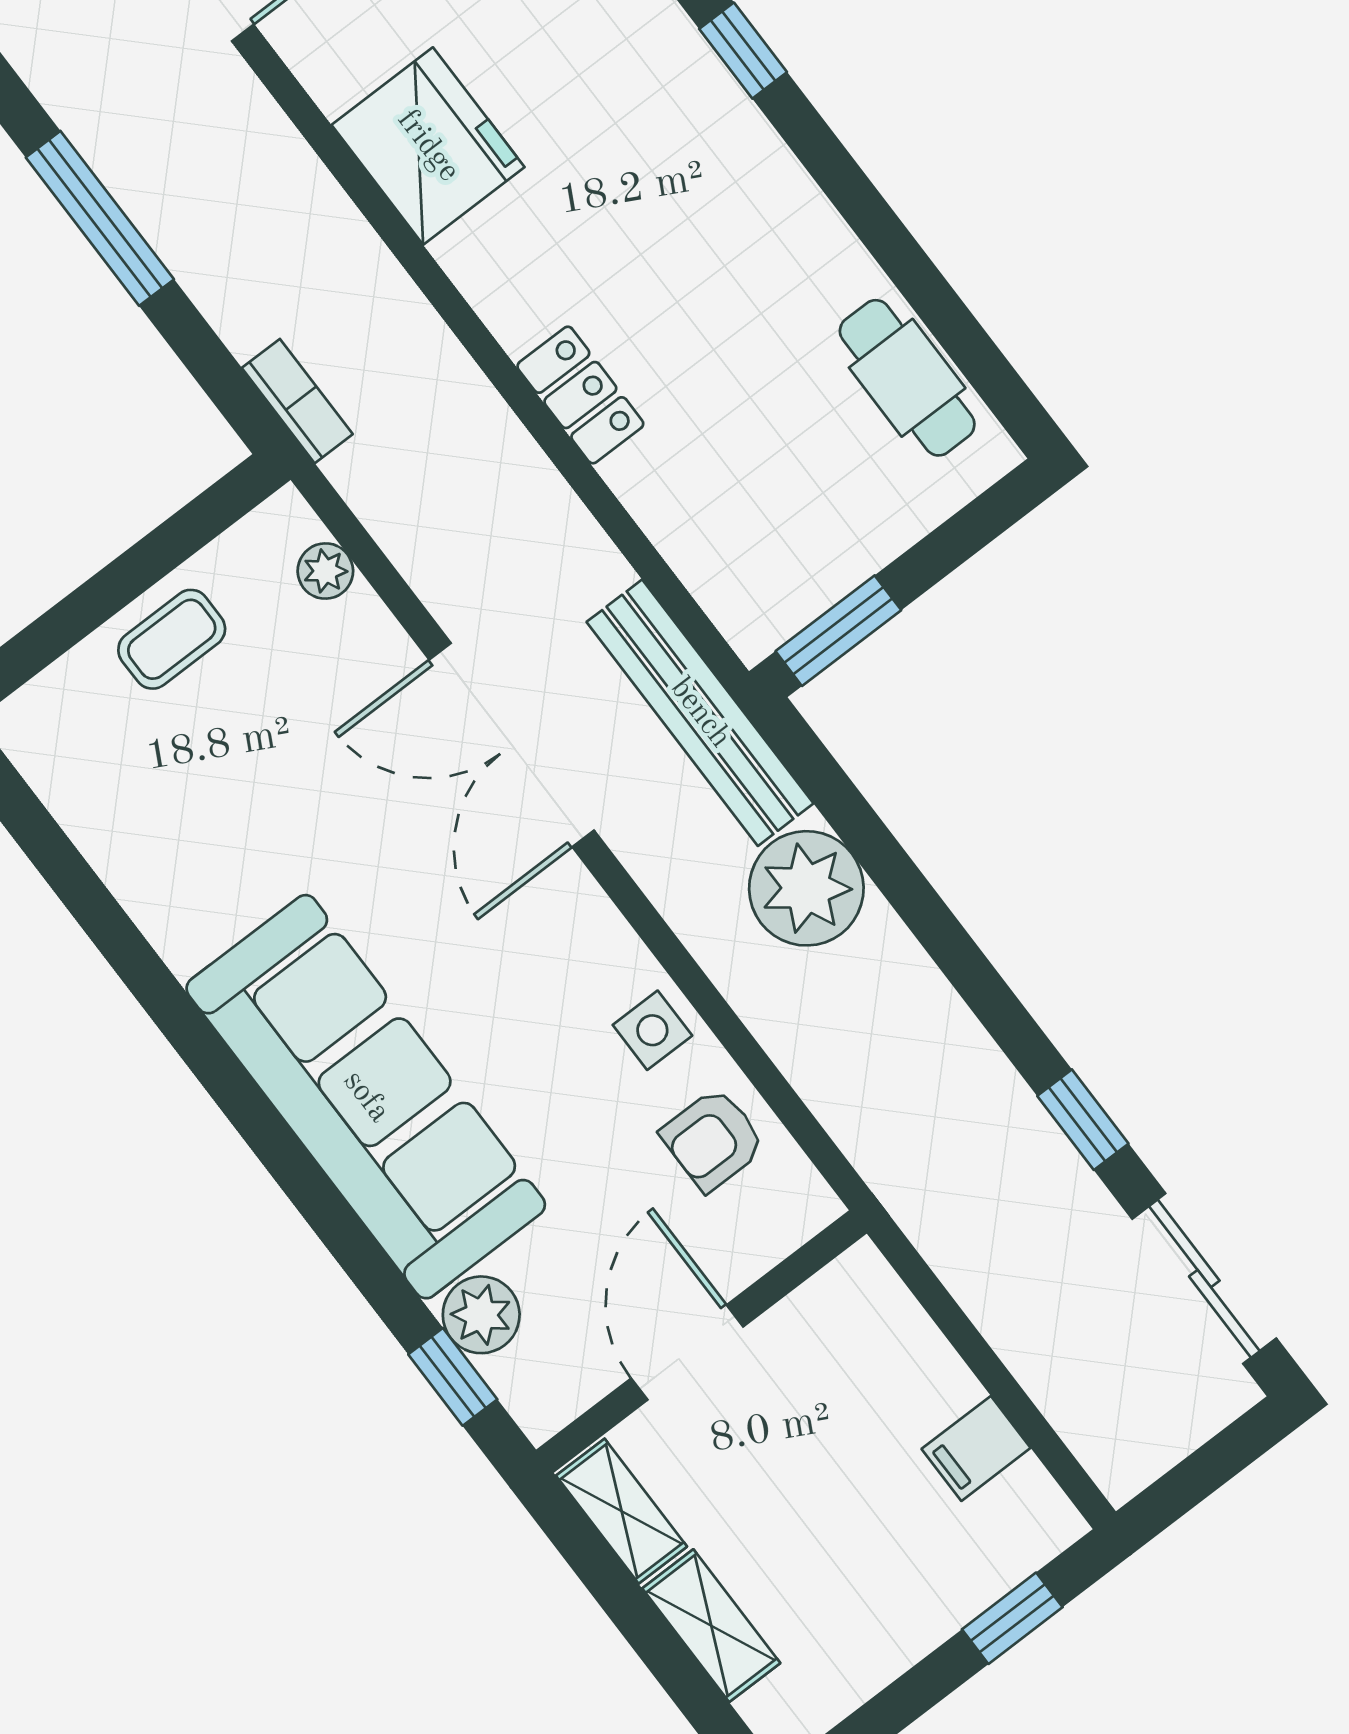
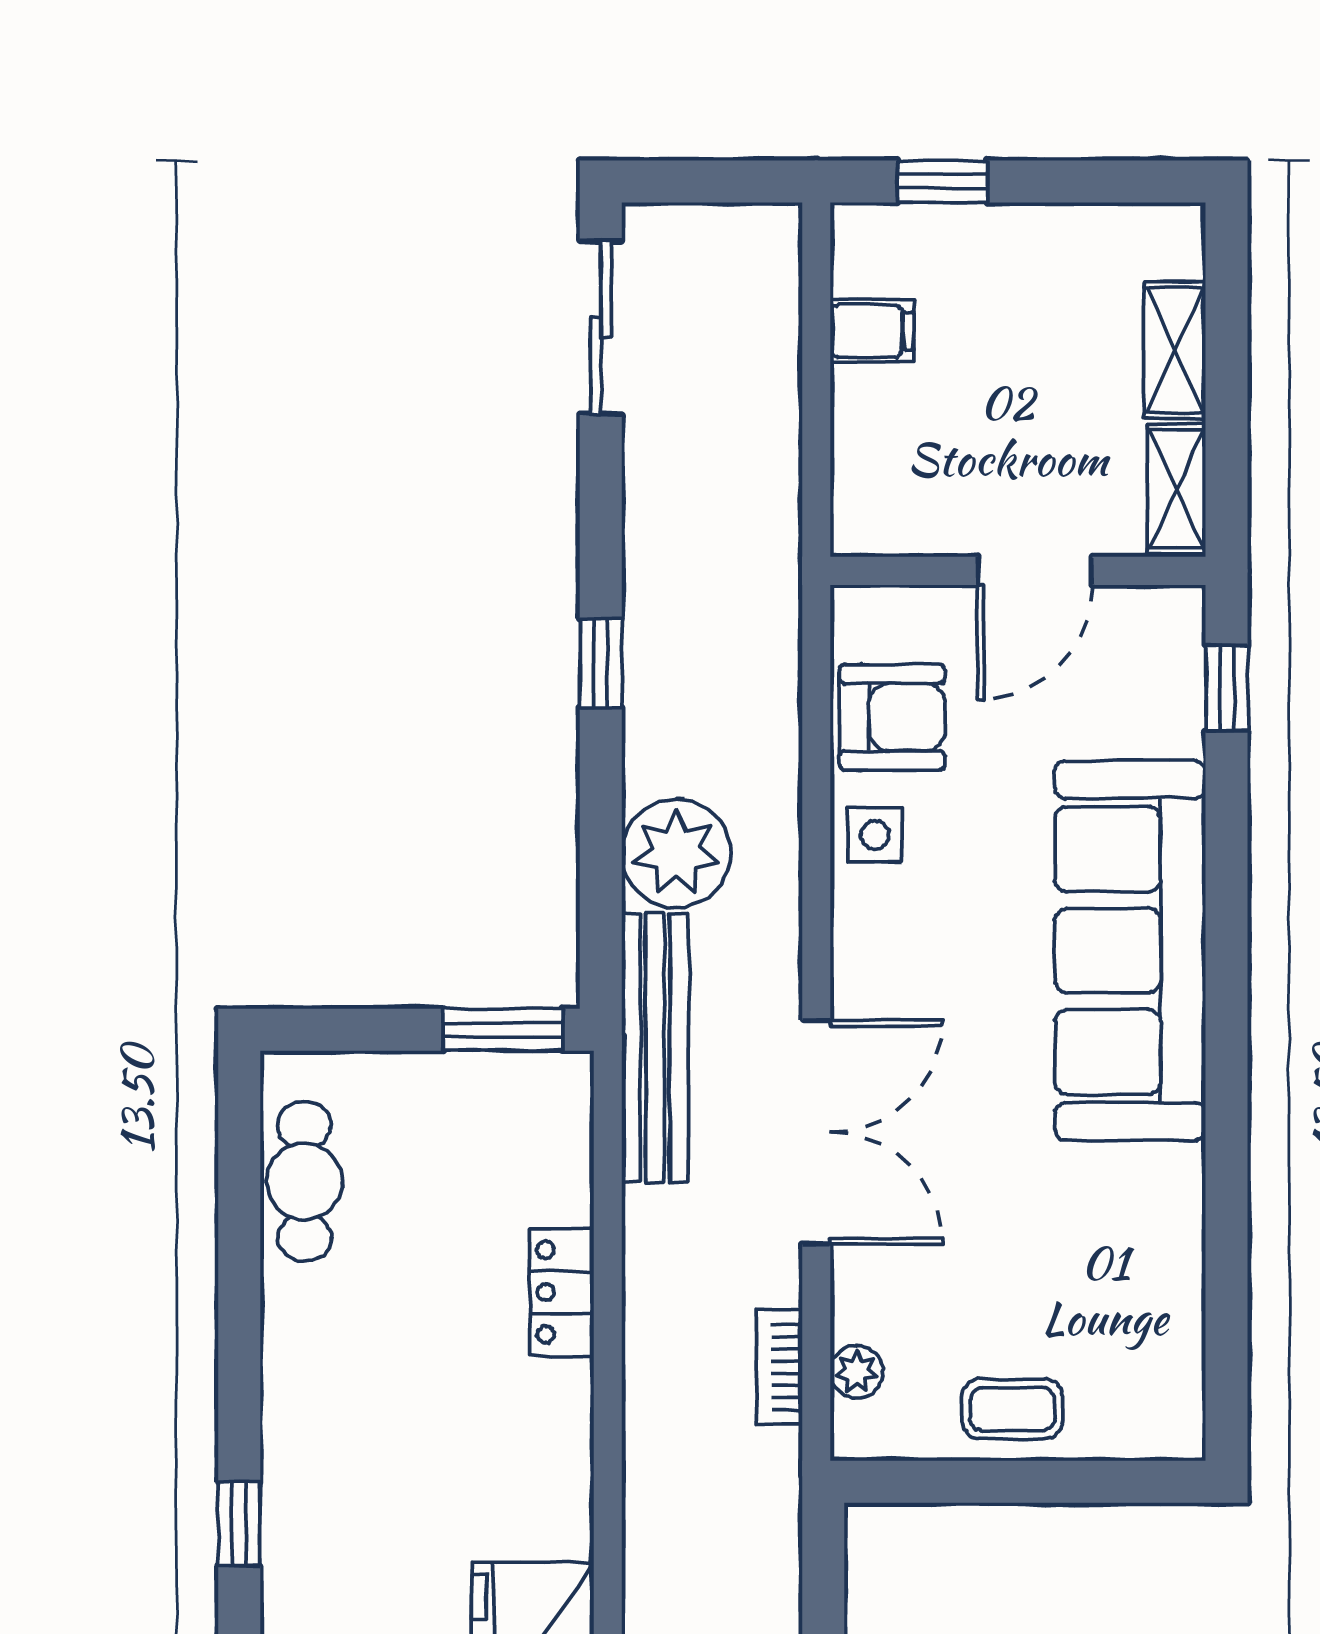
locker: (580, 395) -> (562, 1292), moved
bookcase: (297, 401) -> (780, 1367), moved
window: (1083, 1120) -> (601, 663), moved
armchair: (713, 1139) -> (892, 717), width x1.38, depth x1.38
plant: (481, 1315) -> (1169, 719), removed

